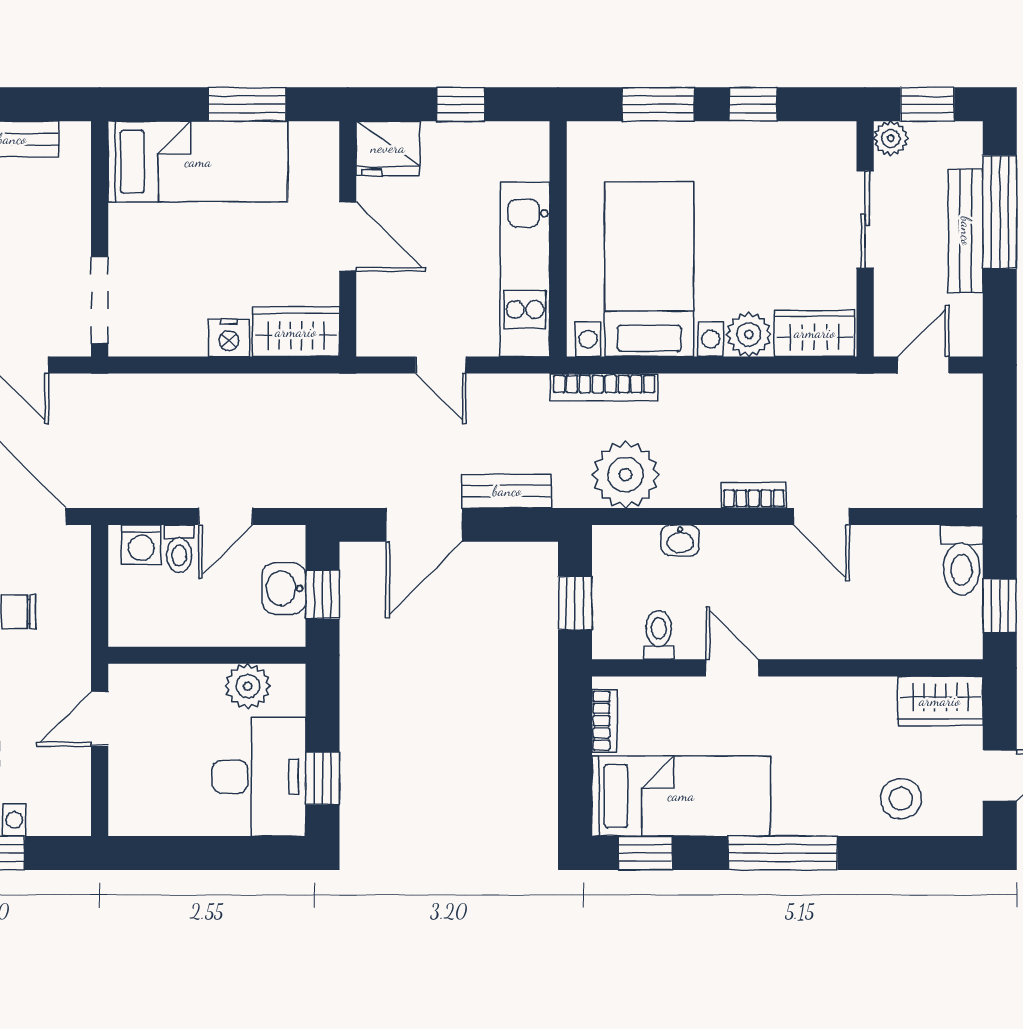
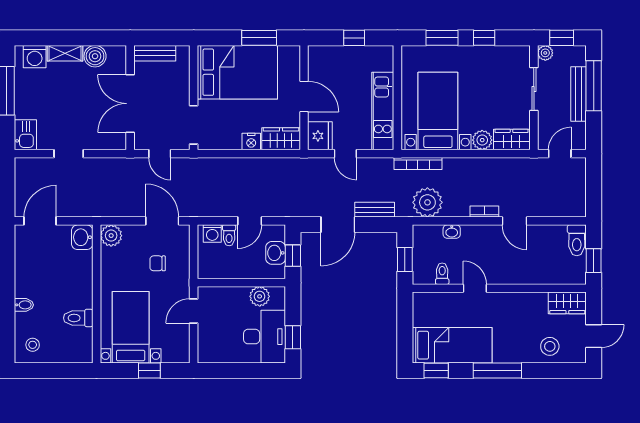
fridge: (388, 148) -> (320, 136), moved, turned -90
bed: (198, 162) -> (237, 72), width x1.50
bookcase: (604, 721) -> (418, 312), removed

